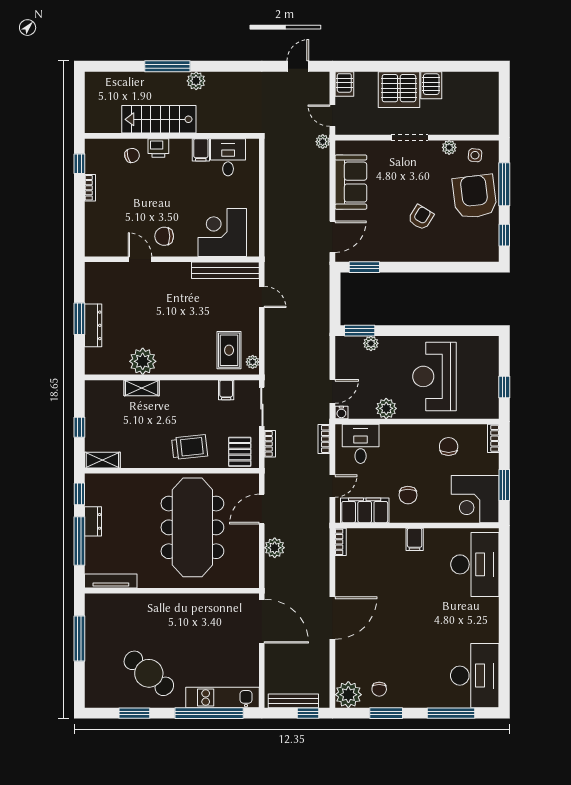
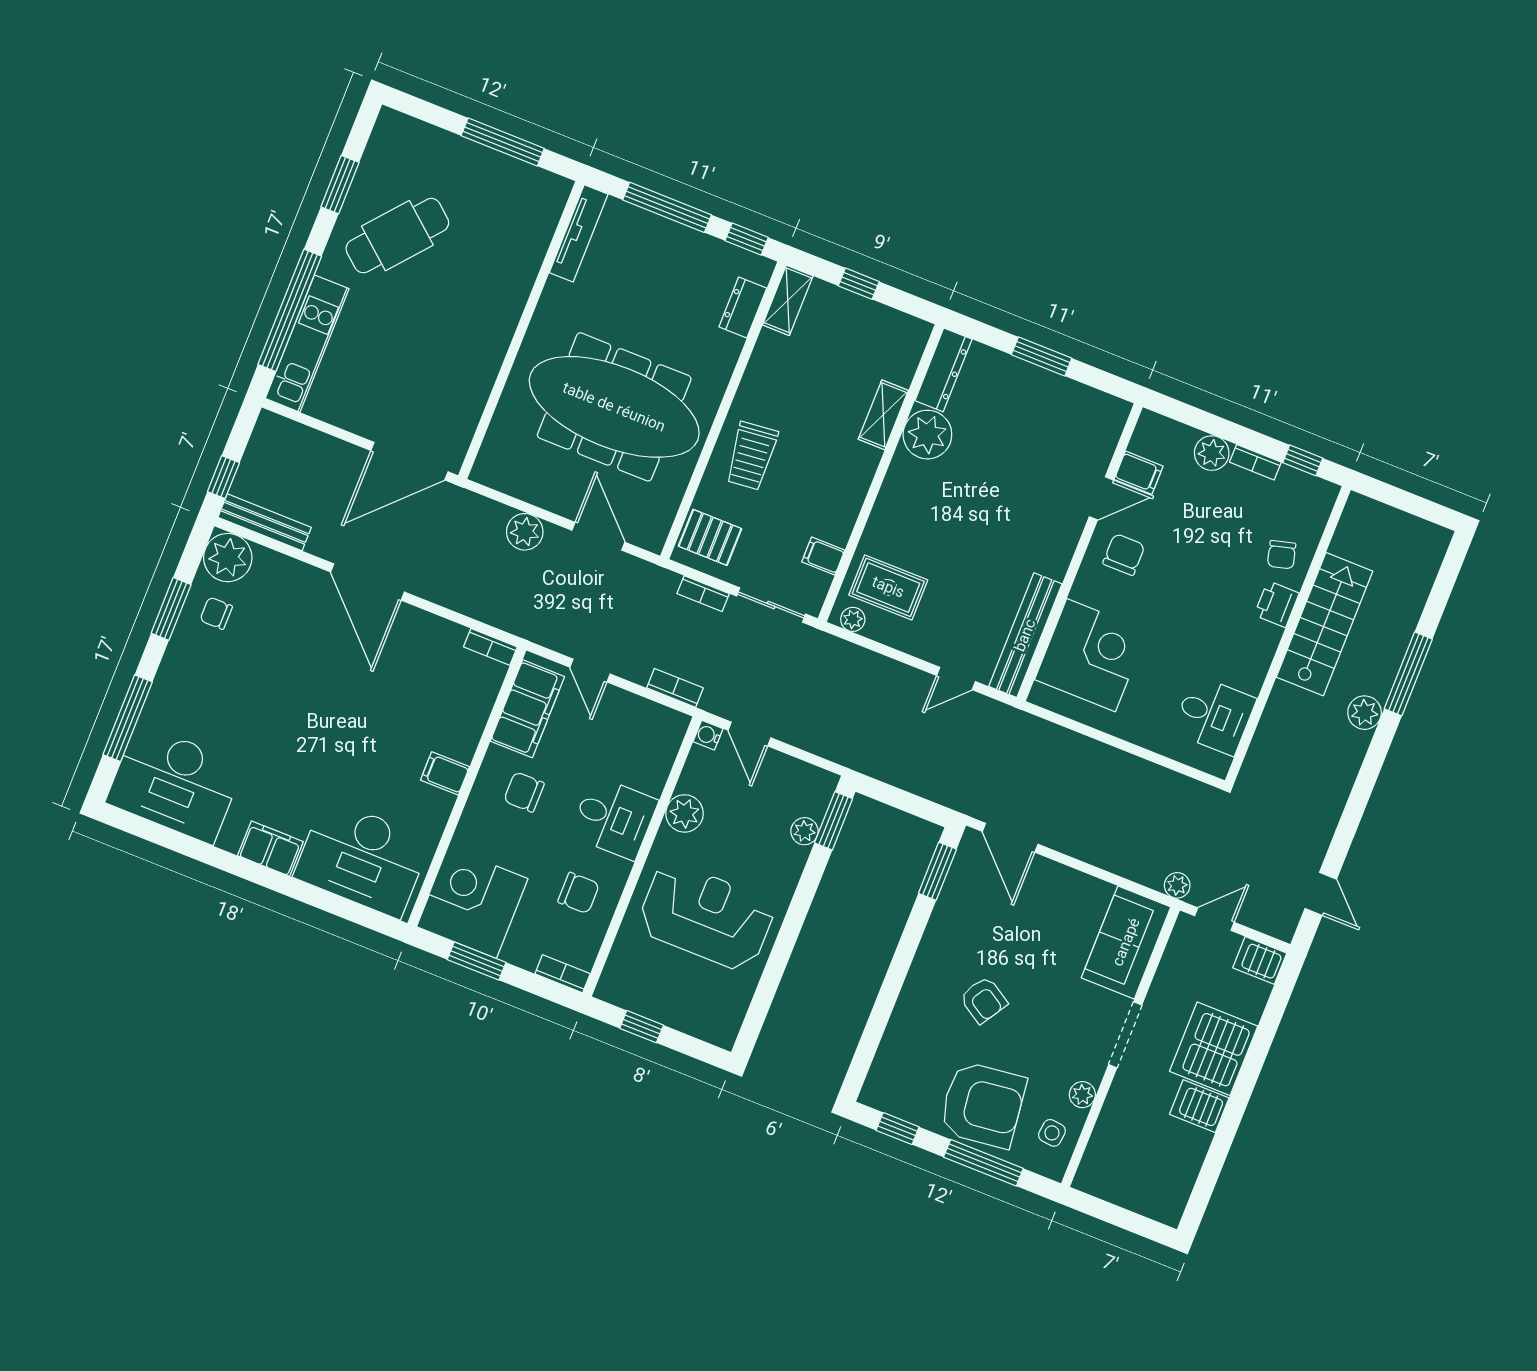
filing cabinet: (201, 150) -> (1139, 473), moved, turned 180
sofa: (351, 182) -> (1126, 942), moved, turned 90
plant: (94, 212) -> (1212, 453), added
dresser: (93, 325) -> (943, 370), moved, turned -90
desk: (361, 444) -> (614, 818), moved
dresser: (93, 521) -> (743, 307), moved, turned 90
filing cabinet: (489, 613) -> (270, 849), added
bench: (293, 701) -> (265, 522), moved, turned 90

